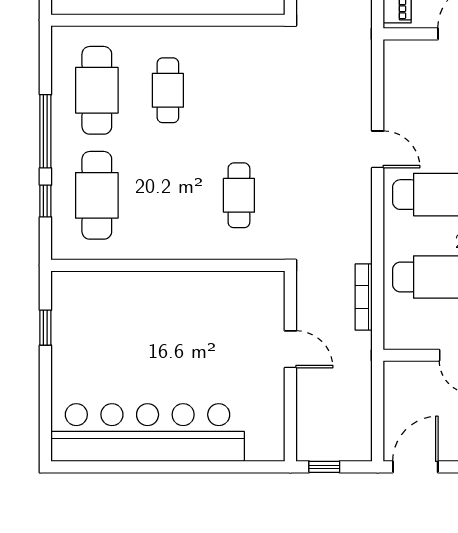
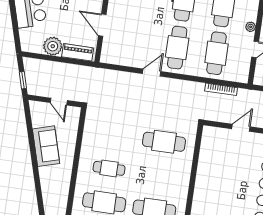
cafe table: (239, 195) -> (164, 142), width x1.37, depth x1.35

